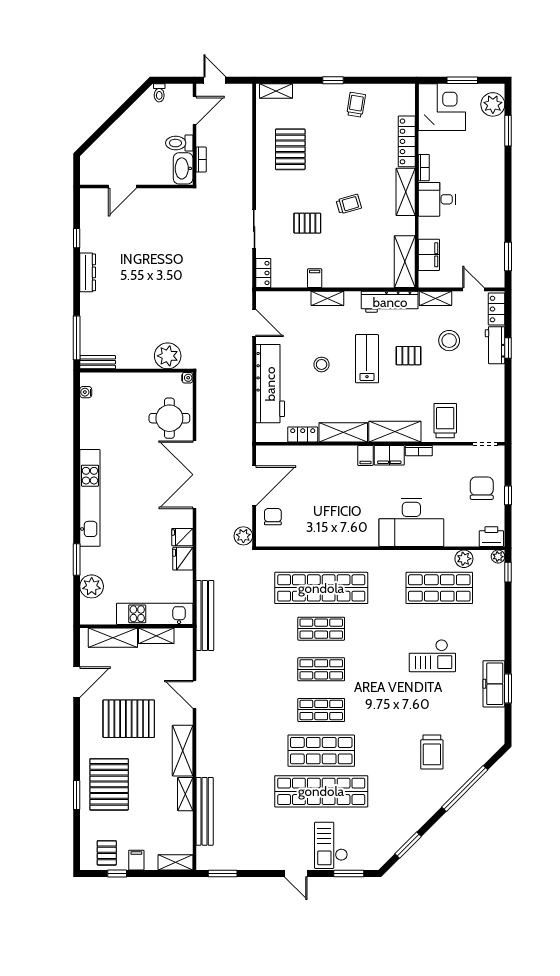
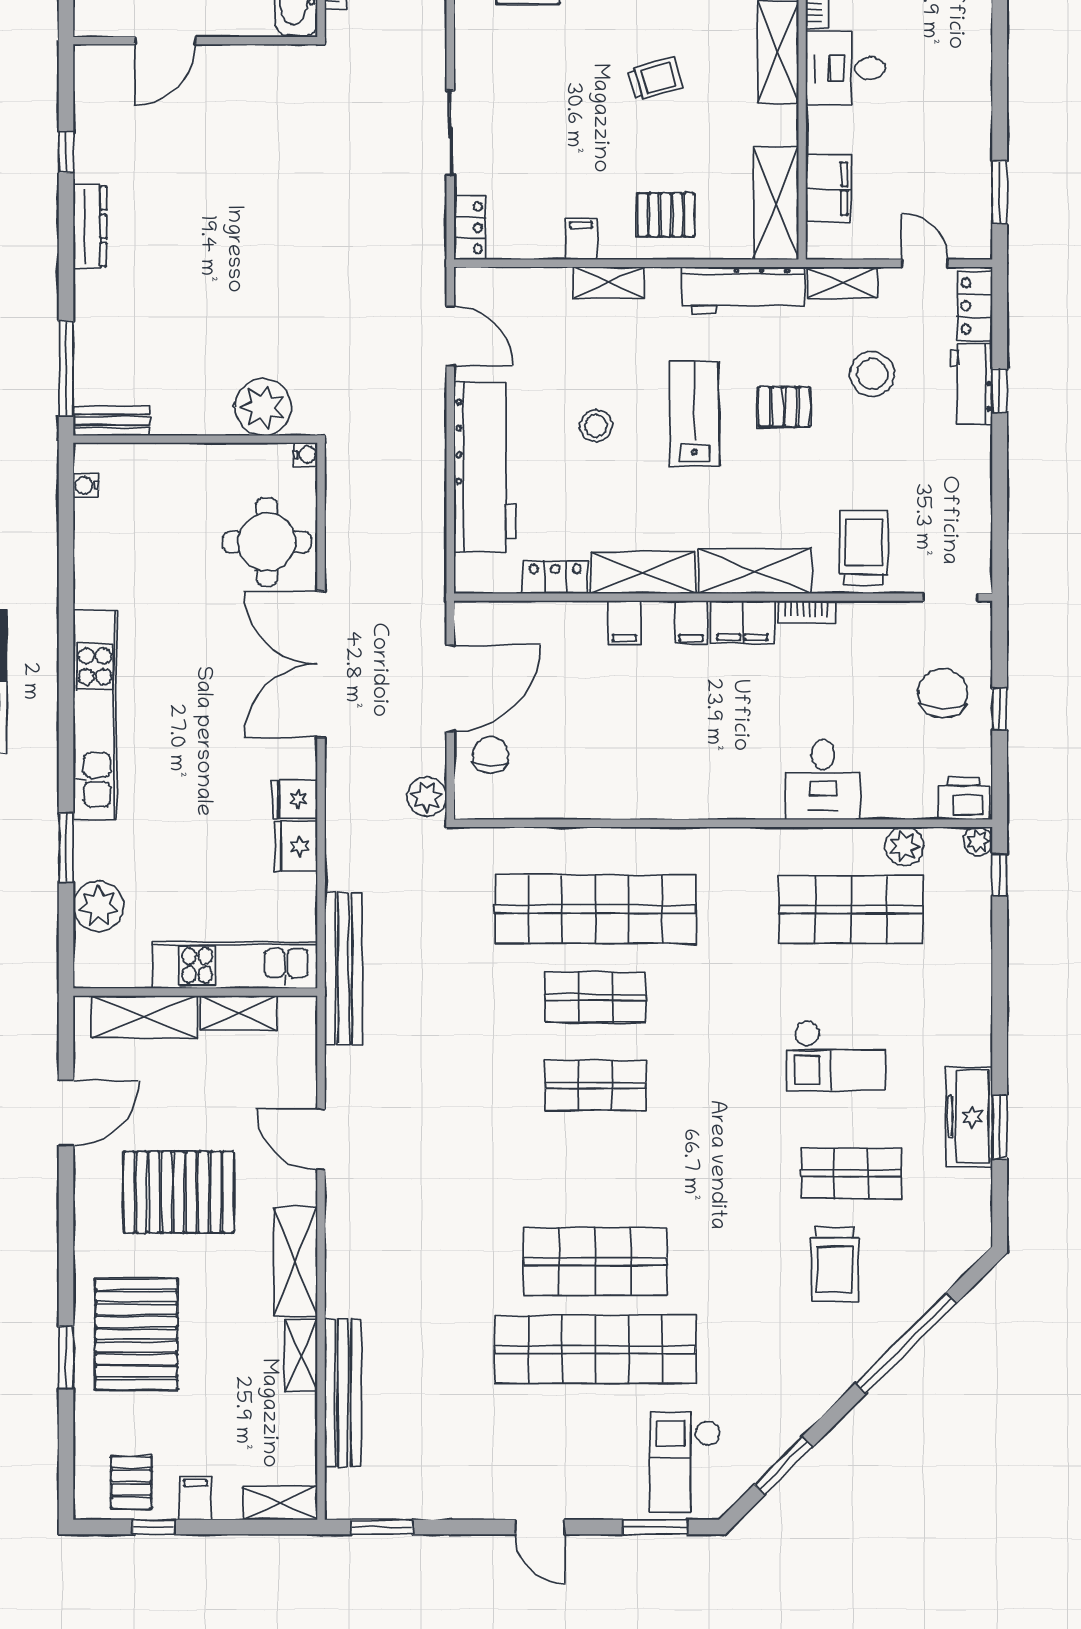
pallet: (307, 223) -> (666, 215), moved
filing cabinet: (335, 455) -> (624, 623), added
desk: (411, 522) -> (823, 780), width x0.53, depth x0.77
shop shelf: (321, 710) -> (851, 1173), moved
checkout: (331, 845) -> (685, 1462), moved

